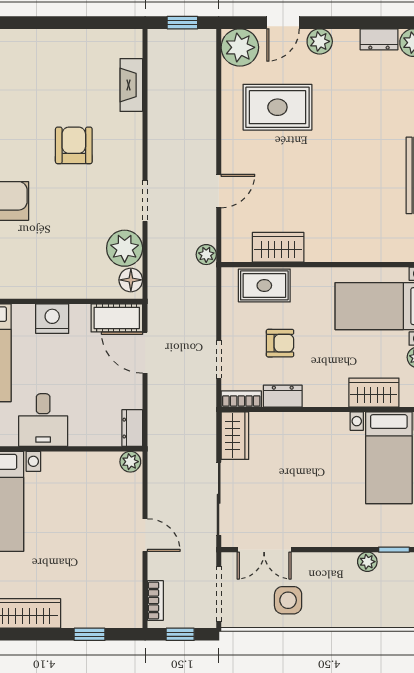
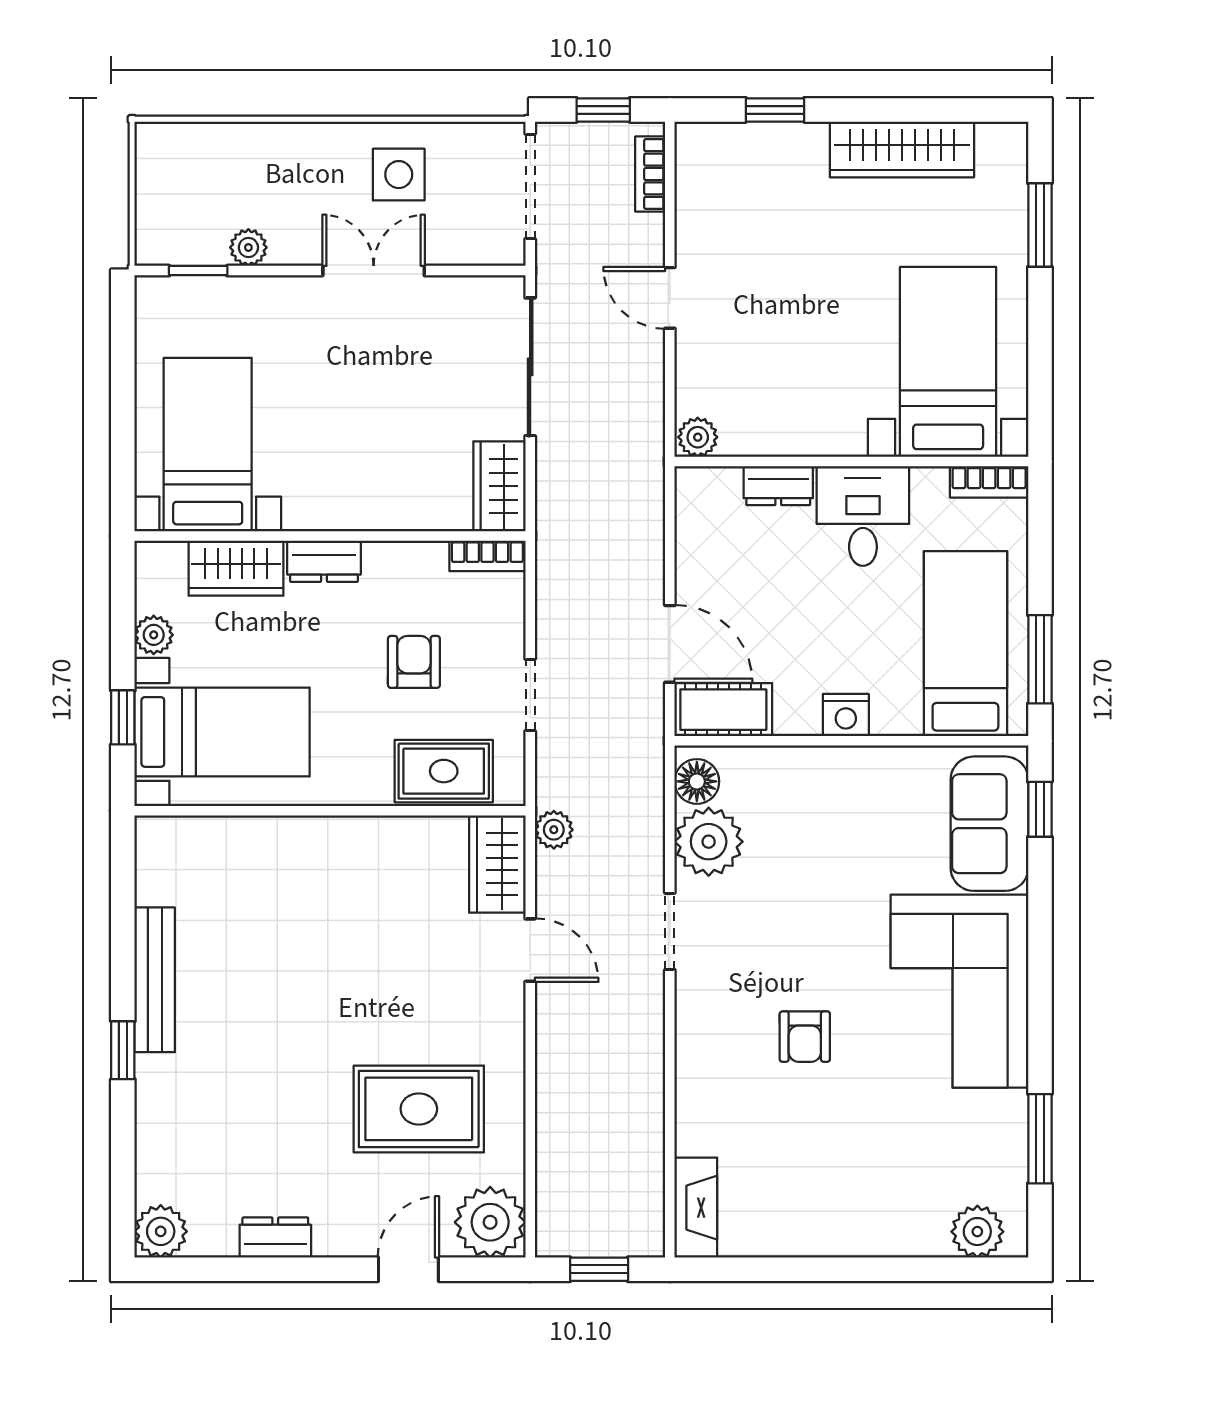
dresser: (379, 39) -> (275, 1238), moved
plant: (320, 41) -> (339, 1234), removed
fireplace: (131, 85) -> (696, 1208), moved
armchair: (74, 145) -> (805, 1037), width x0.72, depth x0.72
door: (219, 191) -> (530, 950), swing flipped
wardrobe: (278, 247) -> (497, 864), moved, turned 90
nightstand: (52, 319) -> (846, 715), width x0.74, depth x0.75
armchair: (280, 343) -> (414, 662), turned 90
doorway: (219, 359) -> (530, 695), moved
dresser: (283, 396) -> (324, 561), moved
dresser: (132, 428) -> (778, 486), moved, turned 90
double door: (264, 550) -> (374, 271), moved

